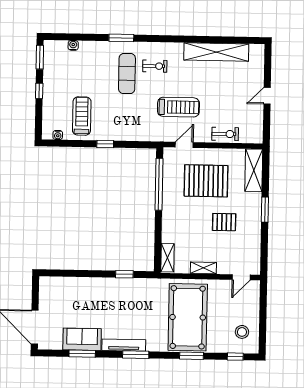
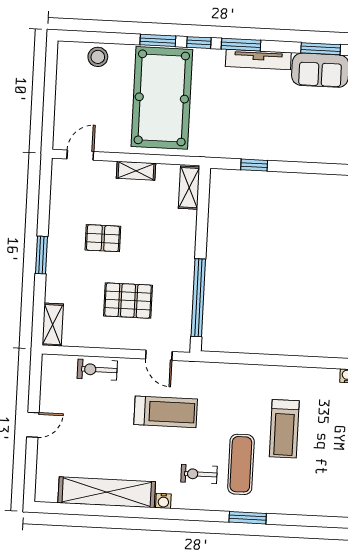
water cooler: (73, 45) -> (163, 501), moved
treadmill: (178, 107) -> (166, 412), turned 180
treadmill: (82, 116) -> (284, 429), moved
window: (105, 144) -> (277, 360), removed
door: (184, 145) -> (159, 355), hinge flipped
shelving: (254, 170) -> (53, 325), width x0.67, depth x0.75
pallet: (206, 181) -> (128, 301), width x0.73, depth x0.71
stool: (242, 332) -> (98, 57), moved
window: (235, 357) -> (199, 43), moved

